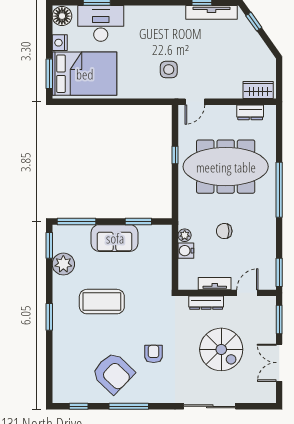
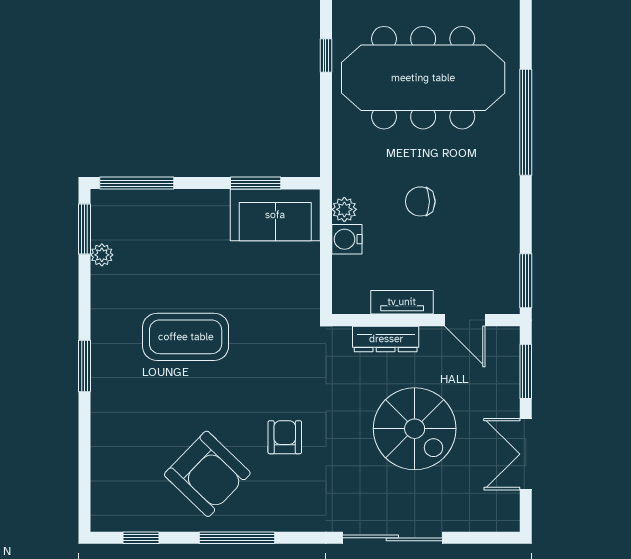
sofa: (115, 238) -> (275, 215), moved
plant: (63, 264) -> (102, 255), width x0.53, depth x0.53
door: (247, 293) -> (465, 320), swing flipped

